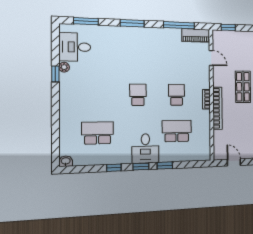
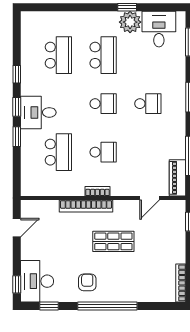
school desk: (138, 58) -> (148, 104), added
plant: (64, 67) -> (130, 22), width x1.87, depth x1.87
school desk: (97, 95) -> (103, 55), added
washbasin: (66, 161) -> (27, 19), removed

